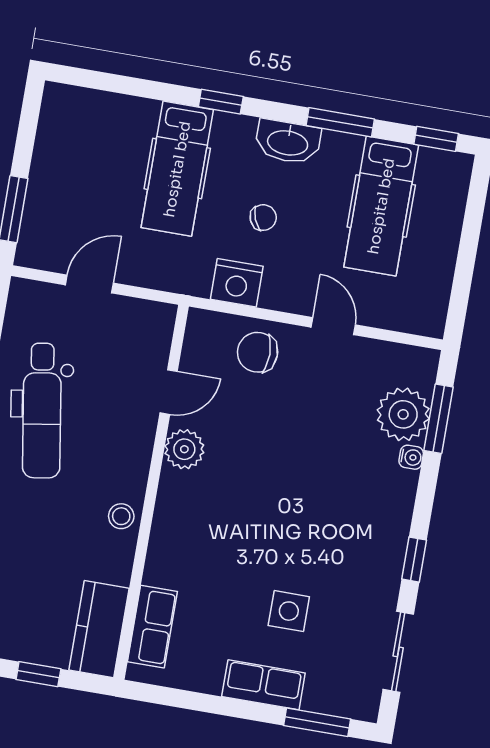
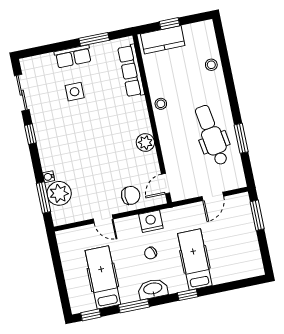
door: (169, 392) -> (166, 184), moved
row of seats: (152, 627) -> (131, 71), width x1.48
kitchen counter: (99, 629) -> (163, 40), moved, turned 90
window: (317, 722) -> (94, 39), moved

